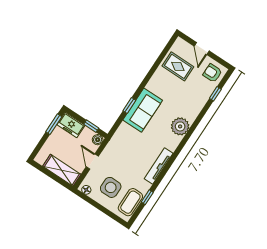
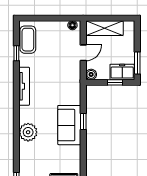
window: (91, 126) -> (115, 82), moved
door: (92, 162) -> (83, 53), hinge flipped
side table: (111, 187) -> (53, 41), removed

